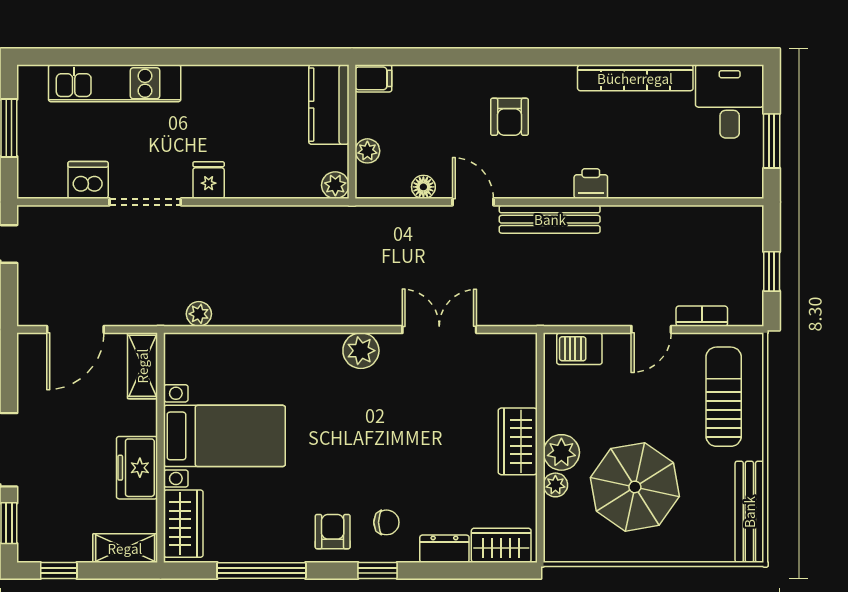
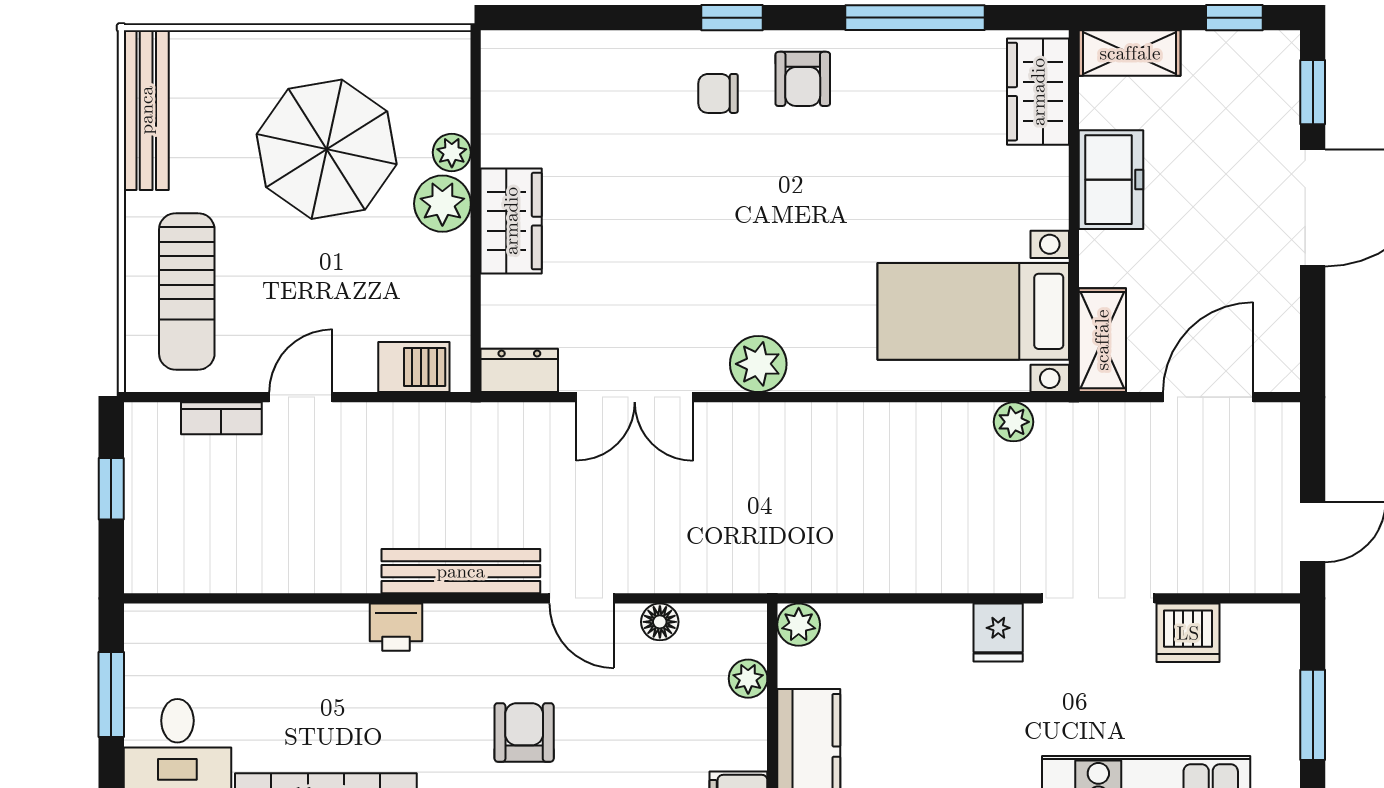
bed with nightstands: (224, 436) -> (973, 311), moved
wardrobe: (501, 545) -> (537, 57), removed
dresser: (444, 549) -> (519, 370), moved, turned 180

